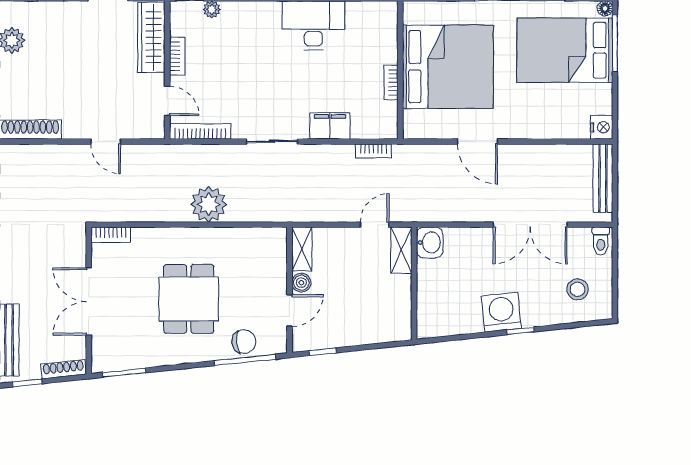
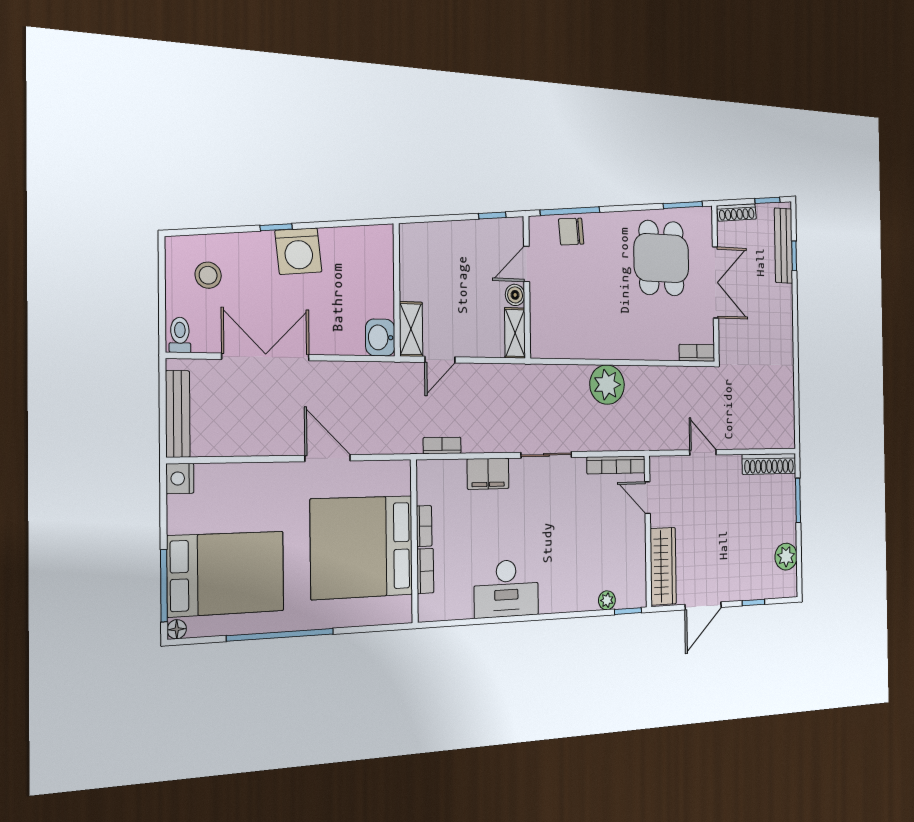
bookcase: (177, 56) -> (425, 571), moved, turned 180
dining table: (189, 299) -> (661, 258), moved

